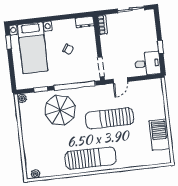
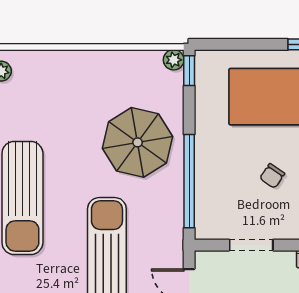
doorway: (101, 67) -> (251, 245), moved
window: (41, 89) -> (189, 71), moved

